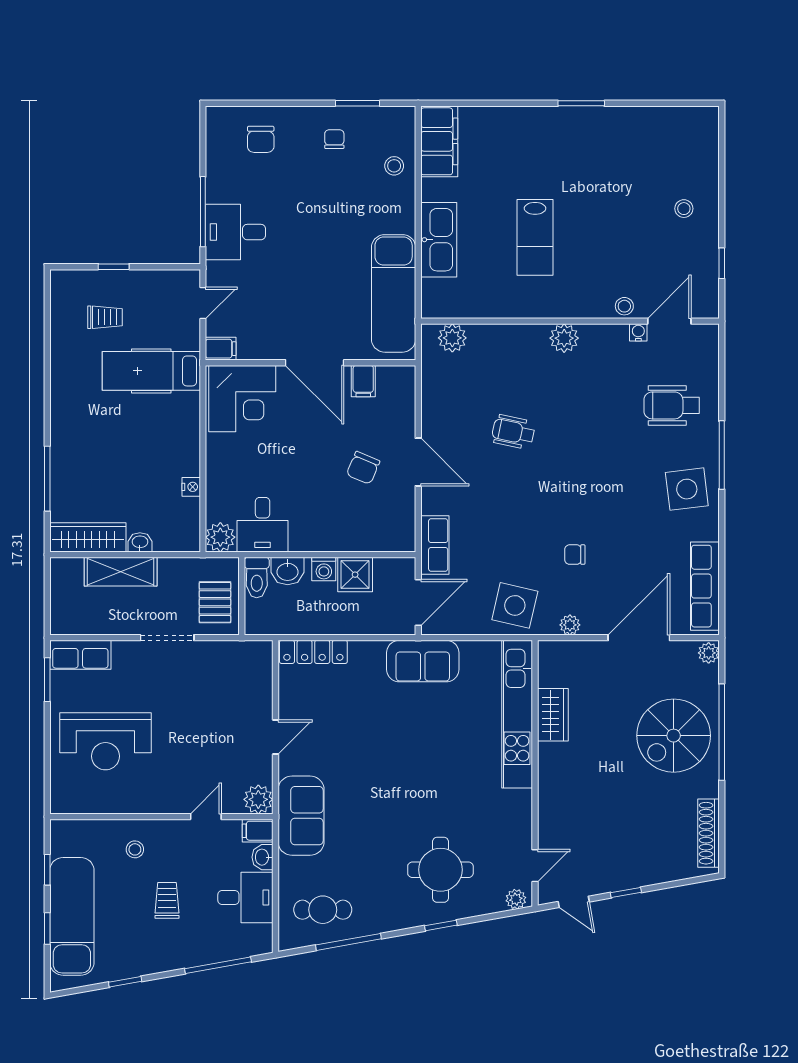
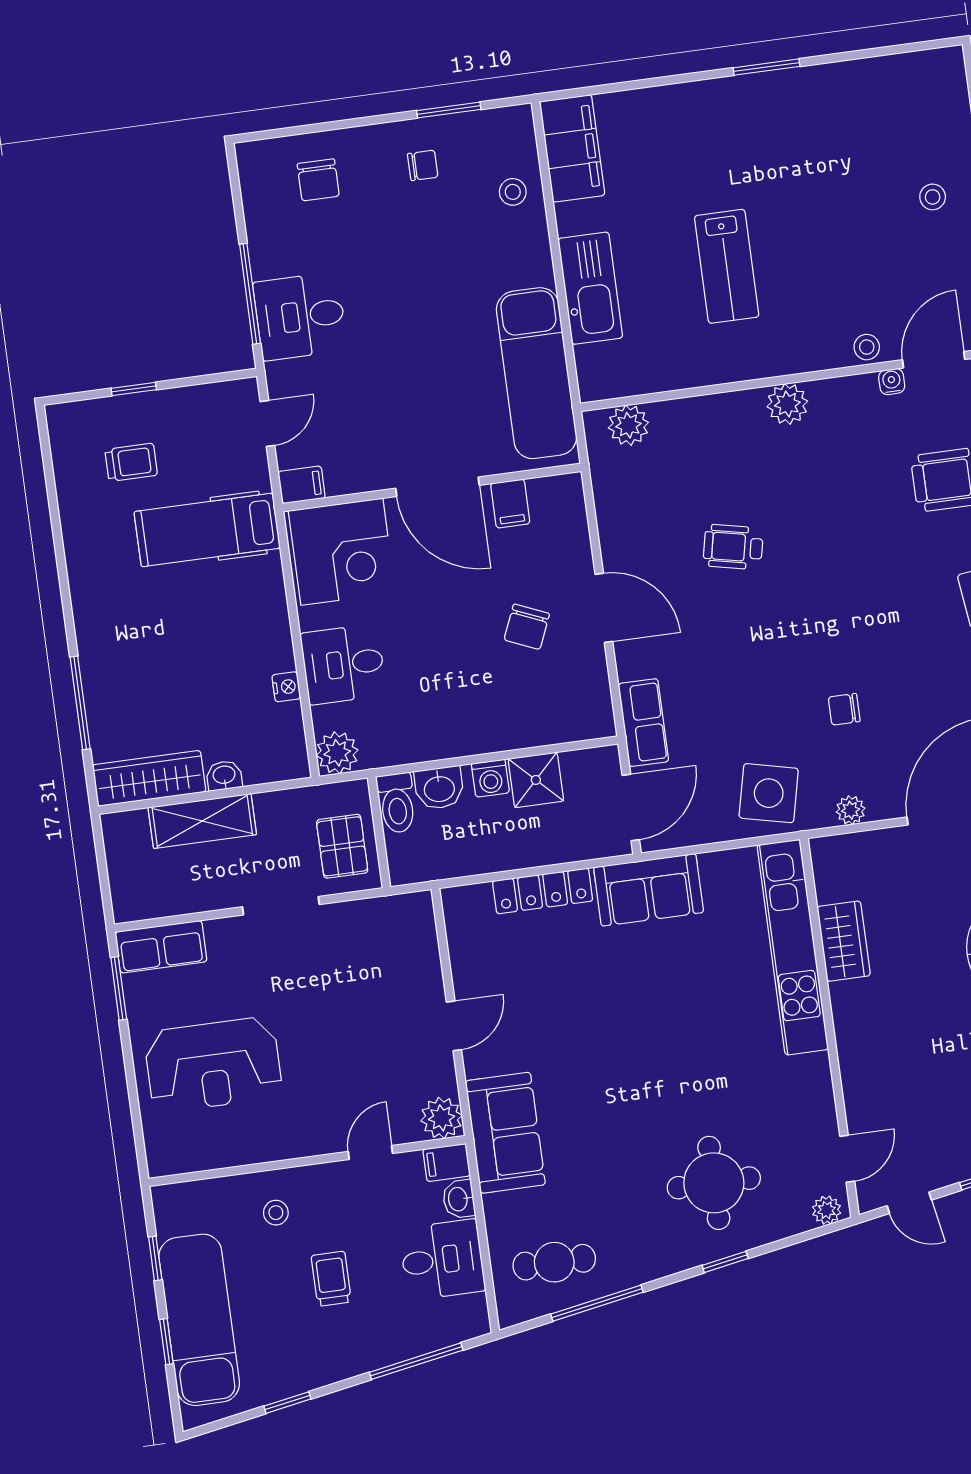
chair: (334, 139) -> (423, 165), turned 90
desk: (263, 525) -> (343, 664), moved, turned 90
locker: (313, 652) -> (543, 891), moved

